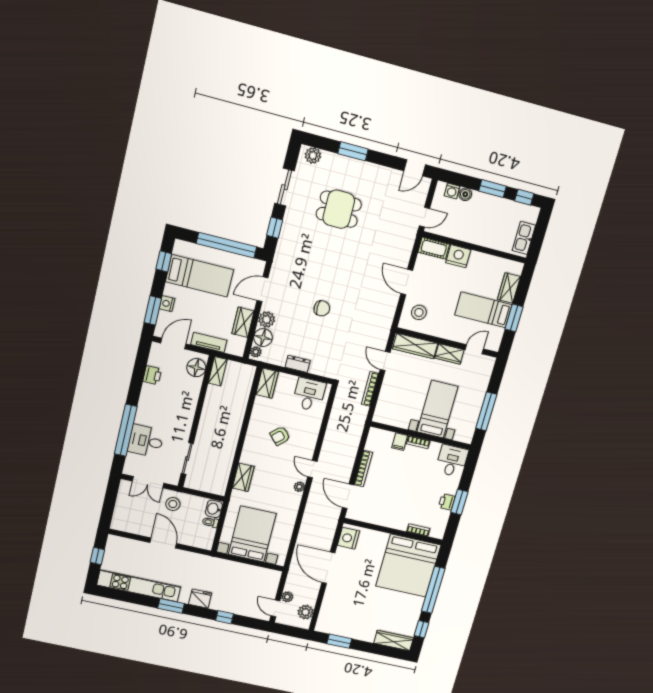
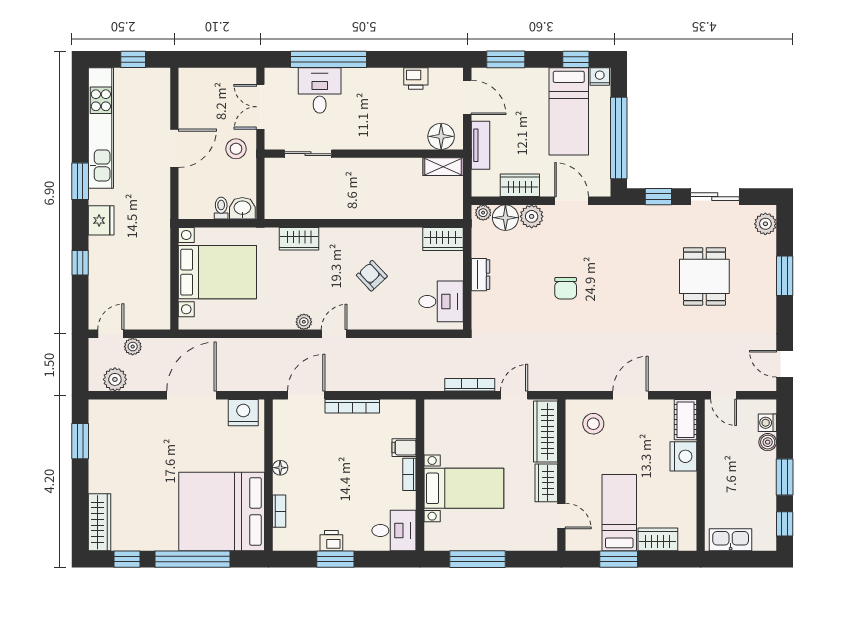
nightstand: (167, 304) -> (600, 77), moved
floor lamp: (391, 523) -> (280, 468), added

